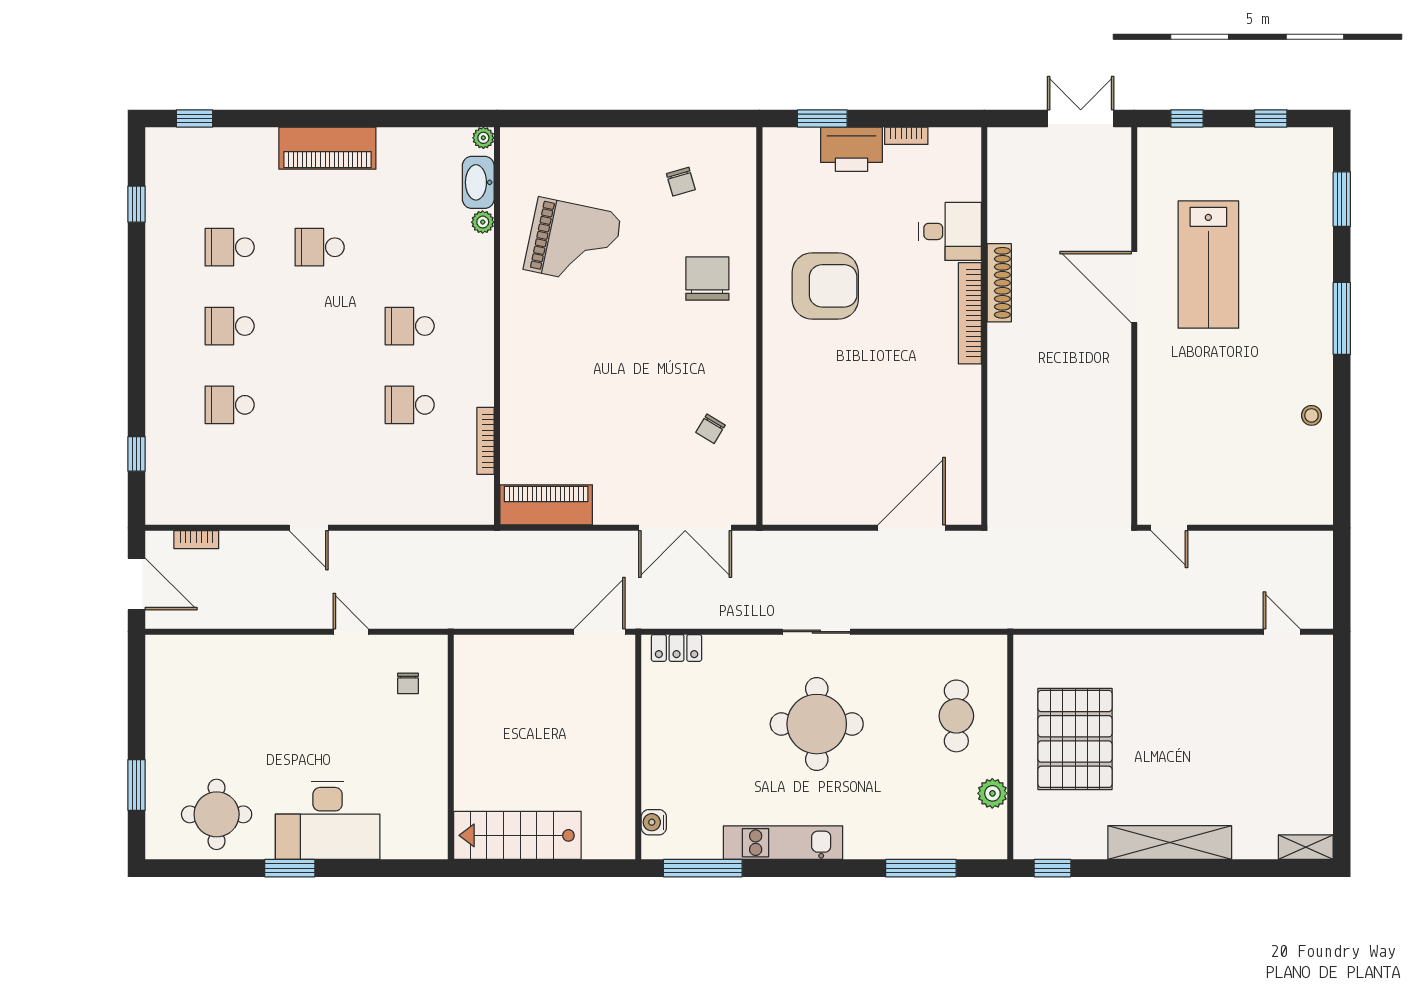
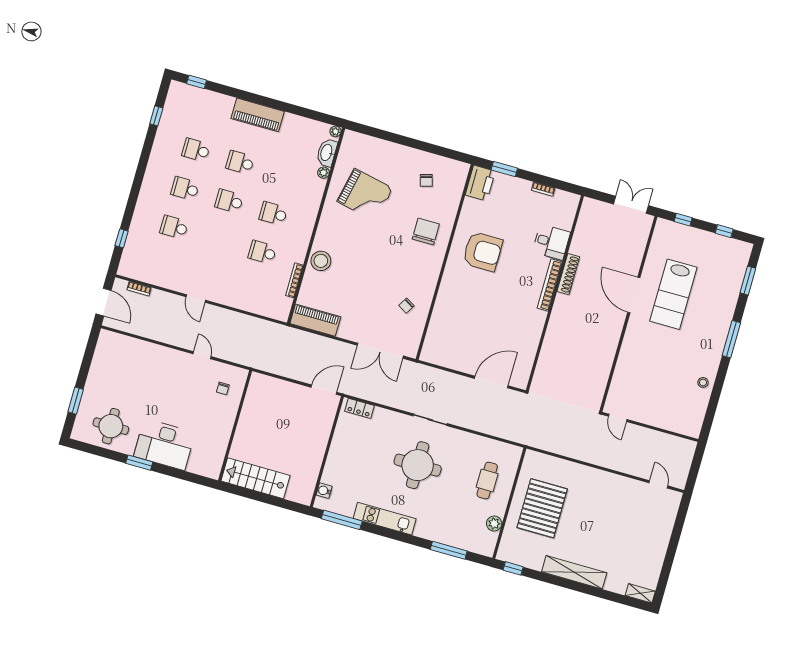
printer: (851, 149) -> (480, 183), moved, turned -90
school desk: (320, 326) -> (229, 201), added
stool: (525, 390) -> (321, 261), added

